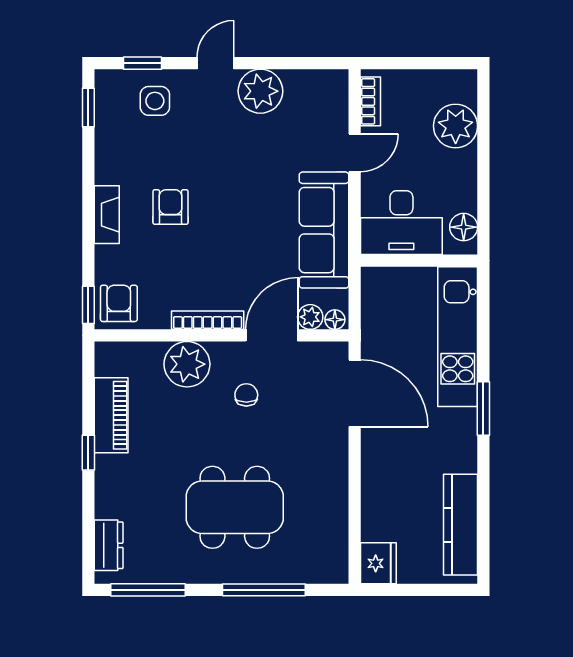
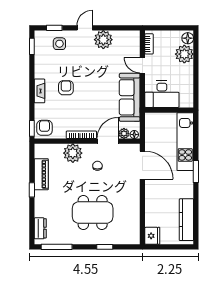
door: (355, 153) -> (142, 65), swing flipped
floor lamp: (464, 227) -> (188, 38), moved
window: (264, 590) -> (105, 247), width x0.46

